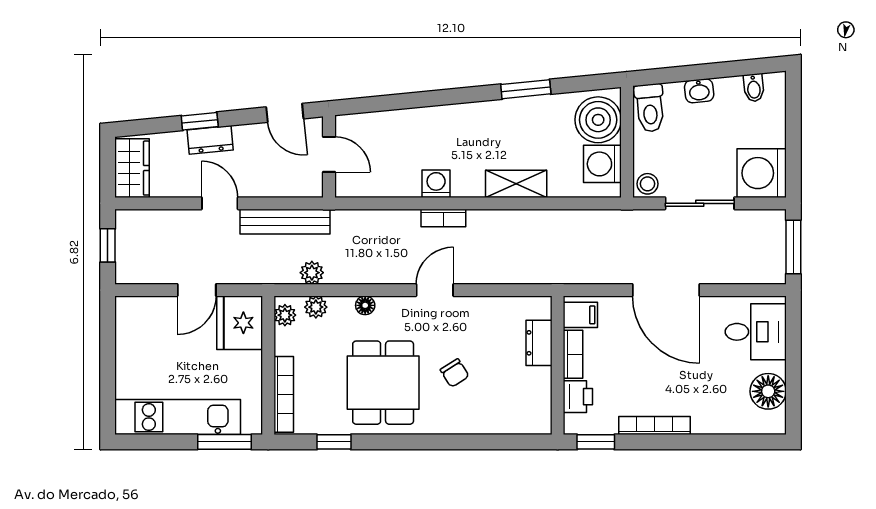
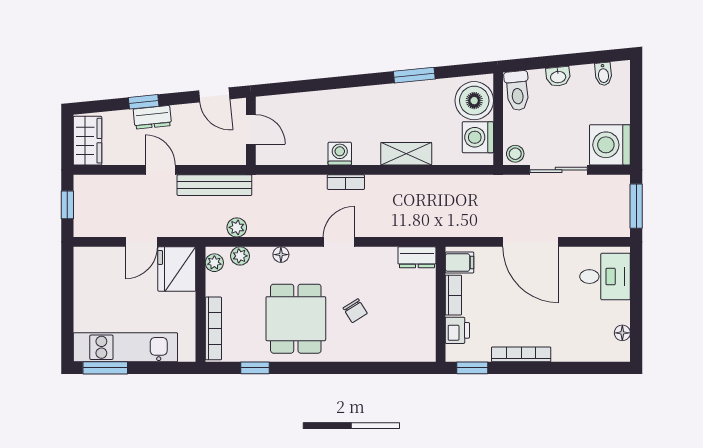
dresser: (539, 343) -> (417, 257), moved, turned -90
floor lamp: (768, 391) -> (622, 333), width x0.53, depth x0.53
window: (224, 442) -> (105, 368), moved

